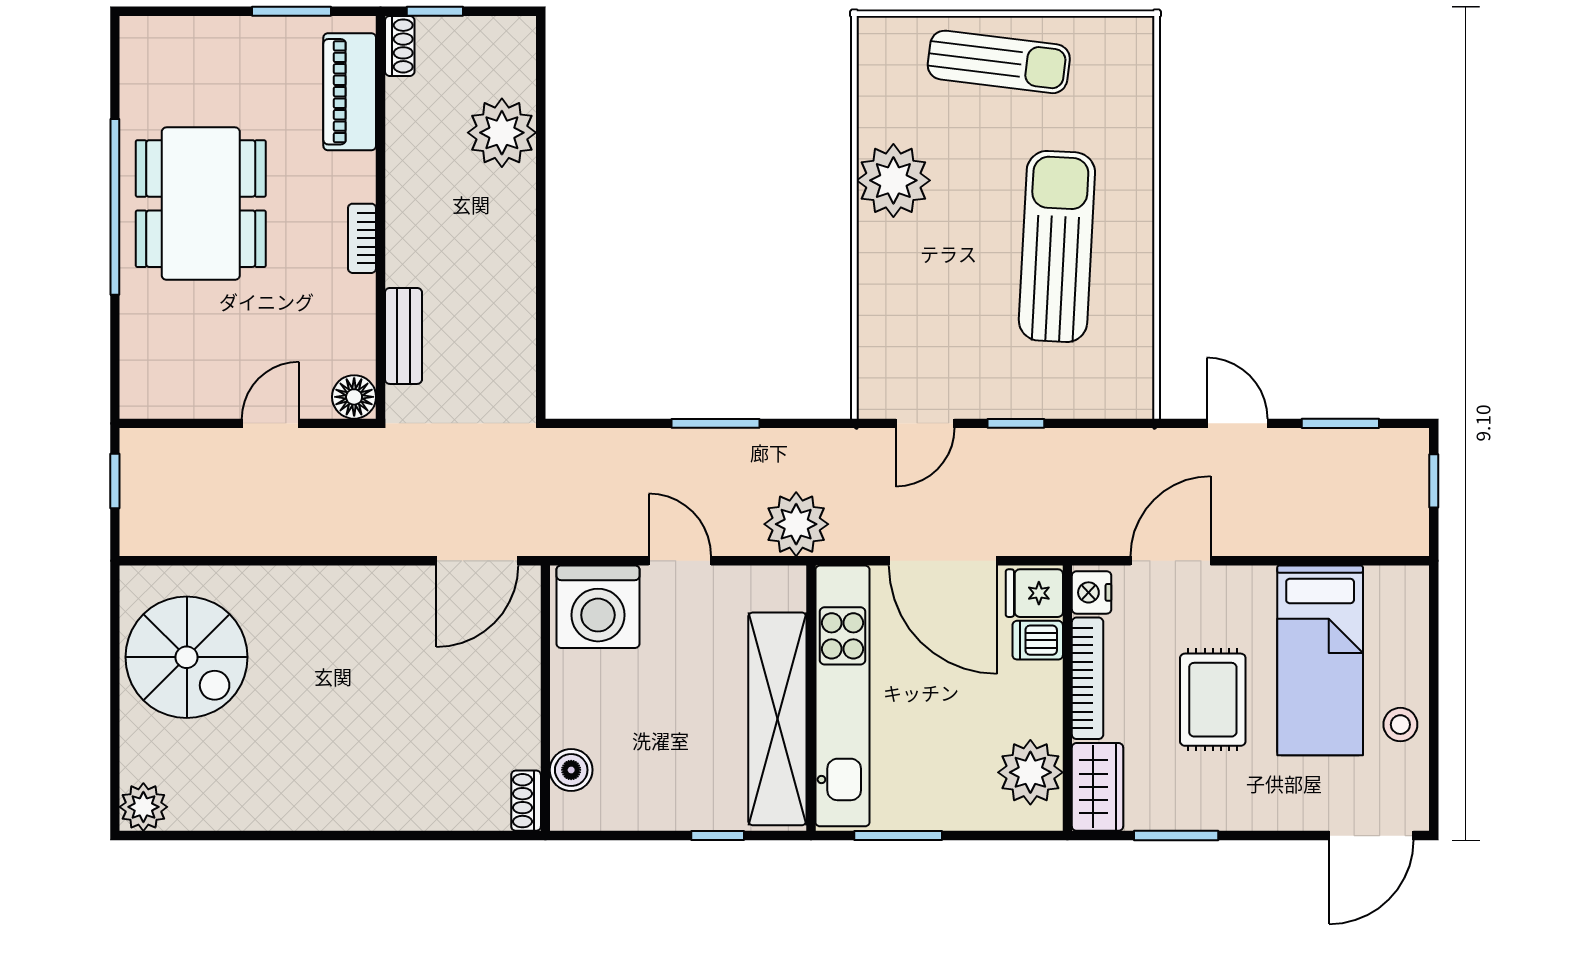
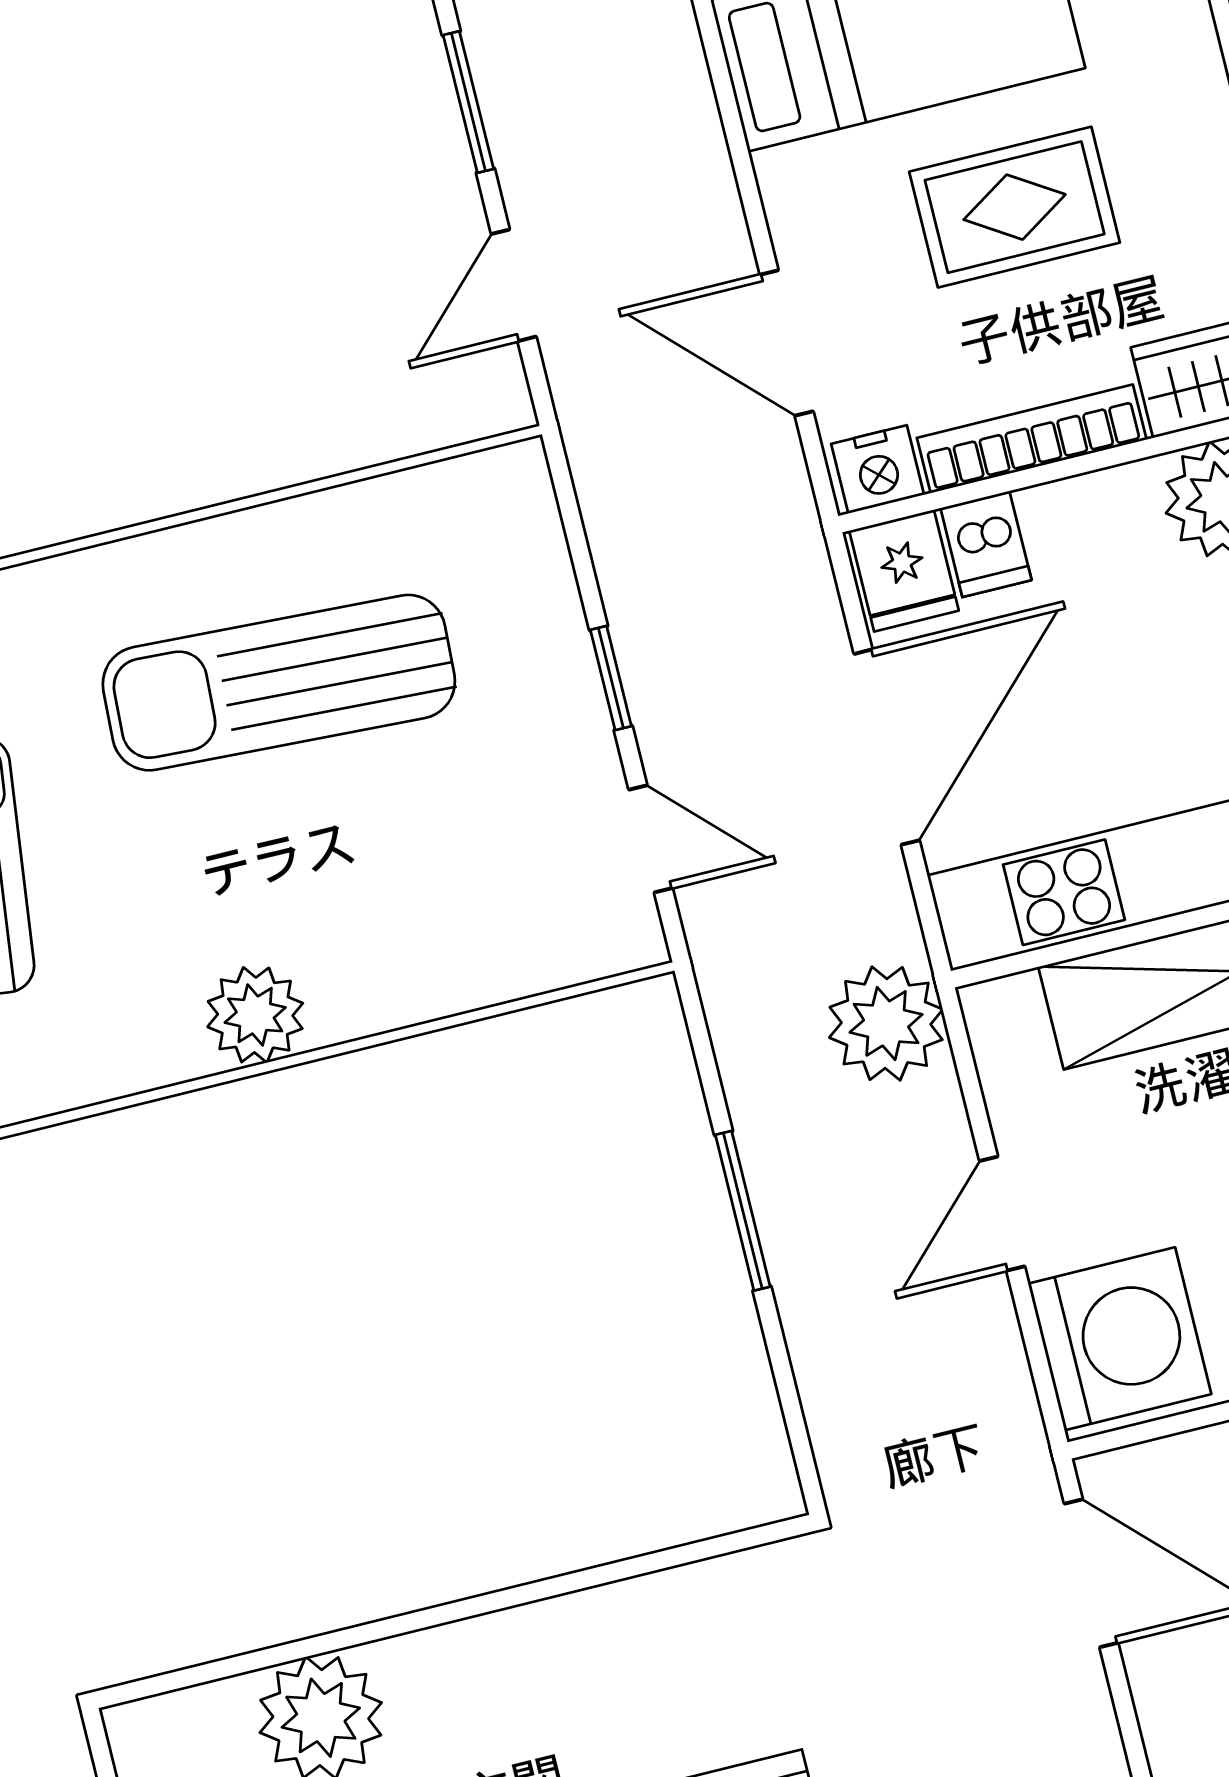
plant: (893, 180) -> (255, 1015), width x0.73, depth x0.73

